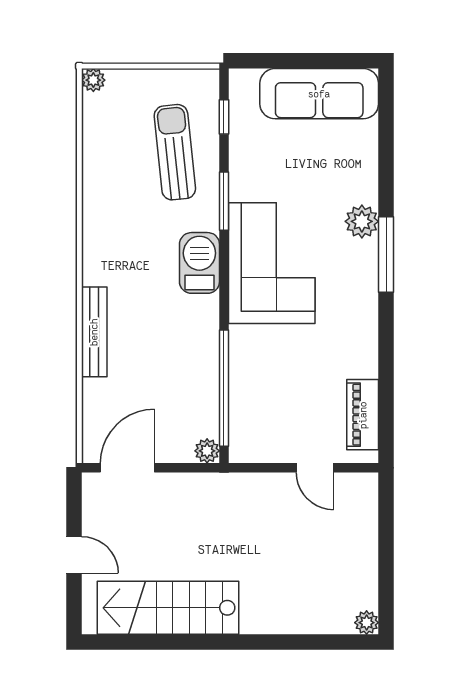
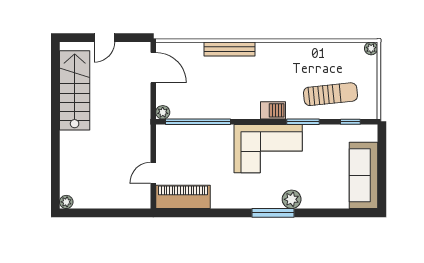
barbecue: (199, 263) -> (273, 110), width x0.73, depth x0.79
piano: (363, 415) -> (183, 197), width x1.37, depth x1.33

